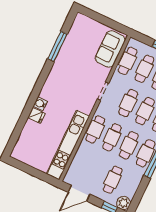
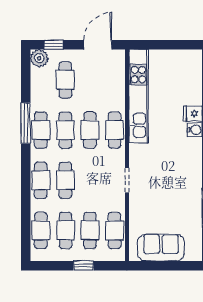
sofa: (110, 49) -> (161, 248), moved, turned -90
cafe table: (128, 103) -> (90, 180), removed

